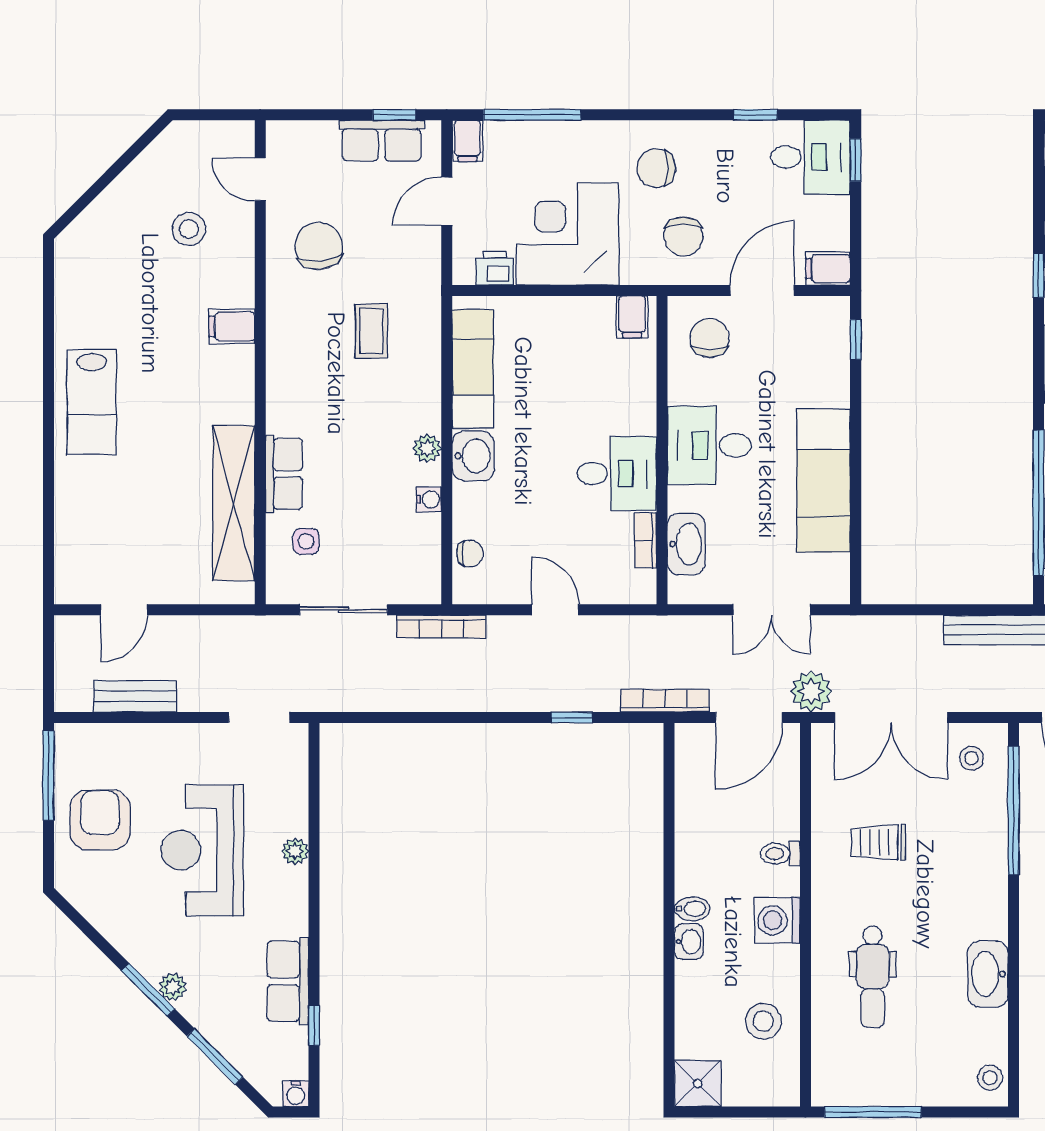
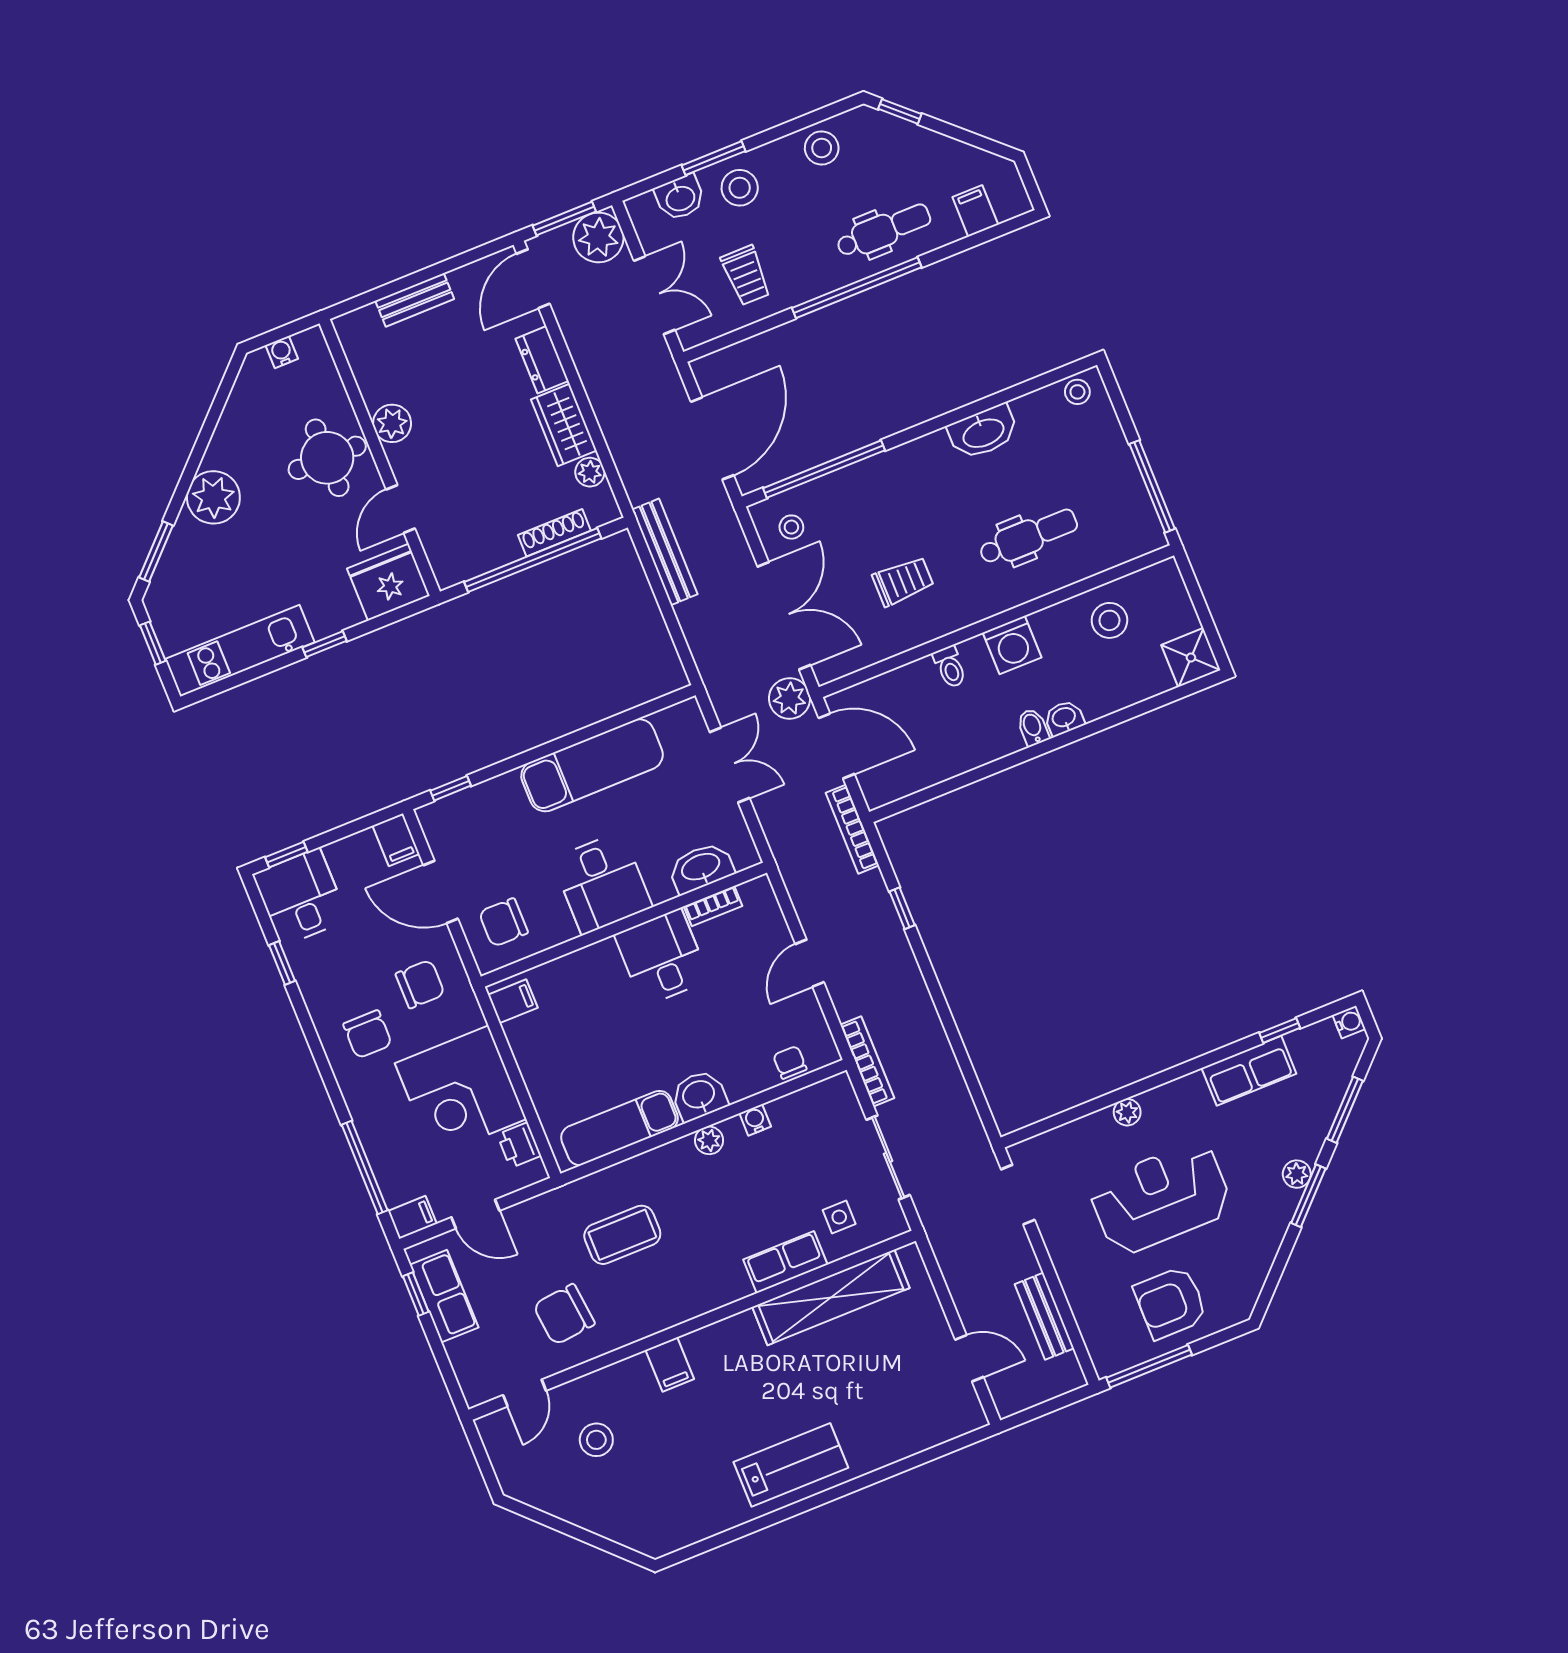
coffee table: (371, 331) -> (622, 1235), width x1.36, depth x1.30
trolley: (878, 842) -> (903, 581), turned -90
reception desk: (202, 850) -> (1161, 1198), turned 180

